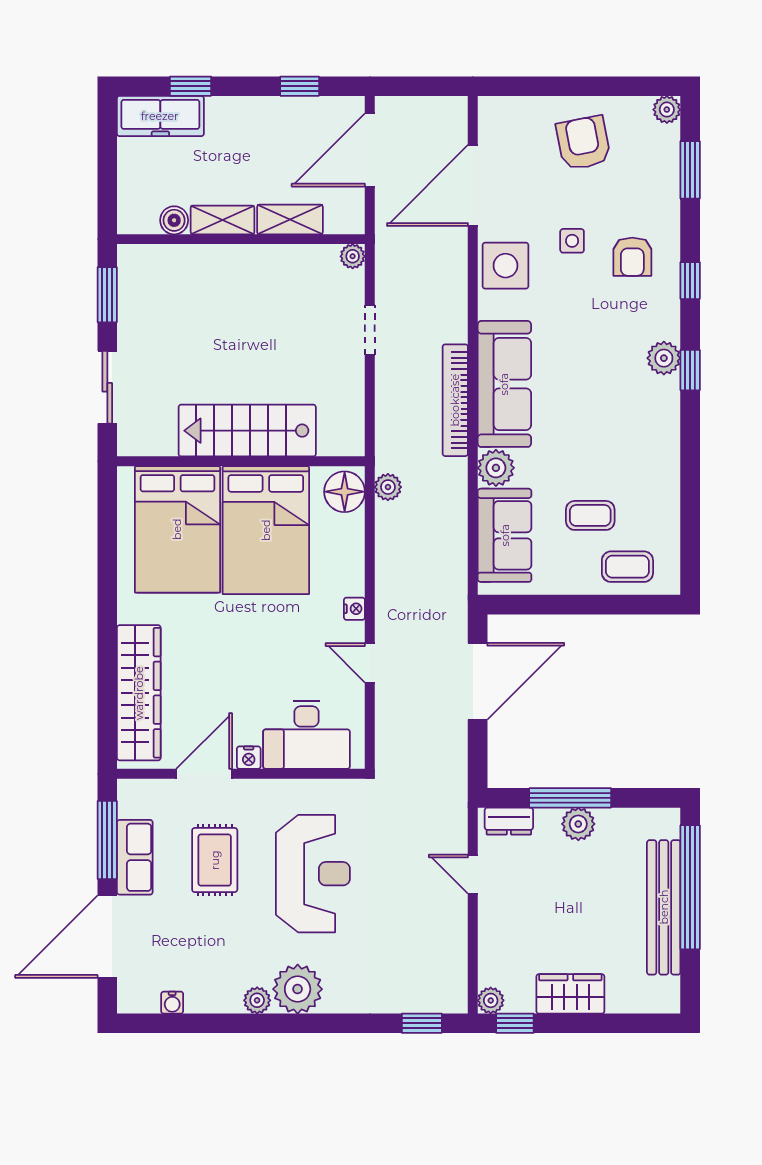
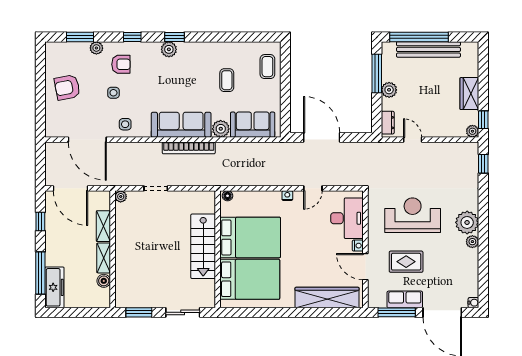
window: (191, 86) -> (40, 273), width x2.17
plant: (667, 110) -> (96, 48), moved
side table: (506, 266) -> (125, 124), width x0.54, depth x0.54
plant: (388, 487) -> (230, 180), removed
floor lamp: (345, 492) -> (228, 196), width x0.53, depth x0.53
coffee table: (590, 515) -> (227, 80), moved
window: (570, 798) -> (377, 74), moved
door: (473, 874) -> (413, 140), swing flipped
water cooler: (172, 1003) -> (473, 303), moved

